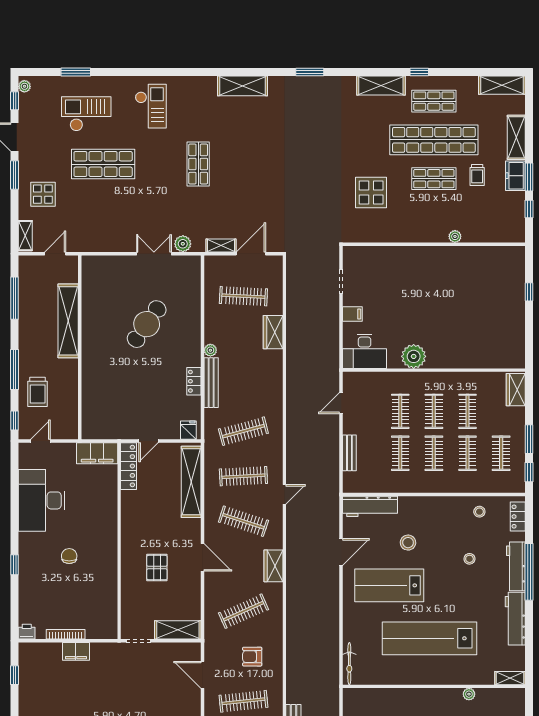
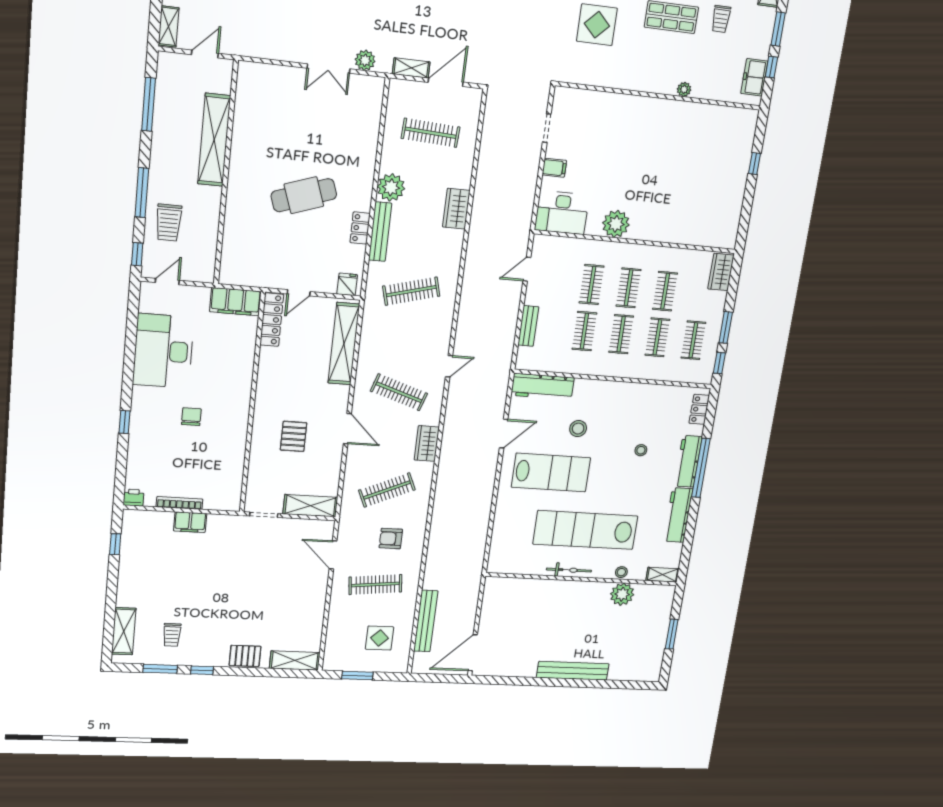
freezer: (515, 176) -> (754, 77), moved
double door: (154, 254) -> (328, 69), swing flipped
cafe table: (147, 324) -> (304, 195), moved, turned 36
wardrobe: (273, 332) -> (456, 209), moved
plant: (210, 350) -> (391, 187), width x1.87, depth x1.87
clothes rail: (243, 476) -> (405, 342), removed
stool: (479, 512) -> (621, 572), moved
lab bench: (389, 585) -> (551, 472), turned 180
bicycle: (349, 664) -> (569, 570), moved, turned -90
plant: (469, 694) -> (622, 594), width x1.88, depth x1.88

